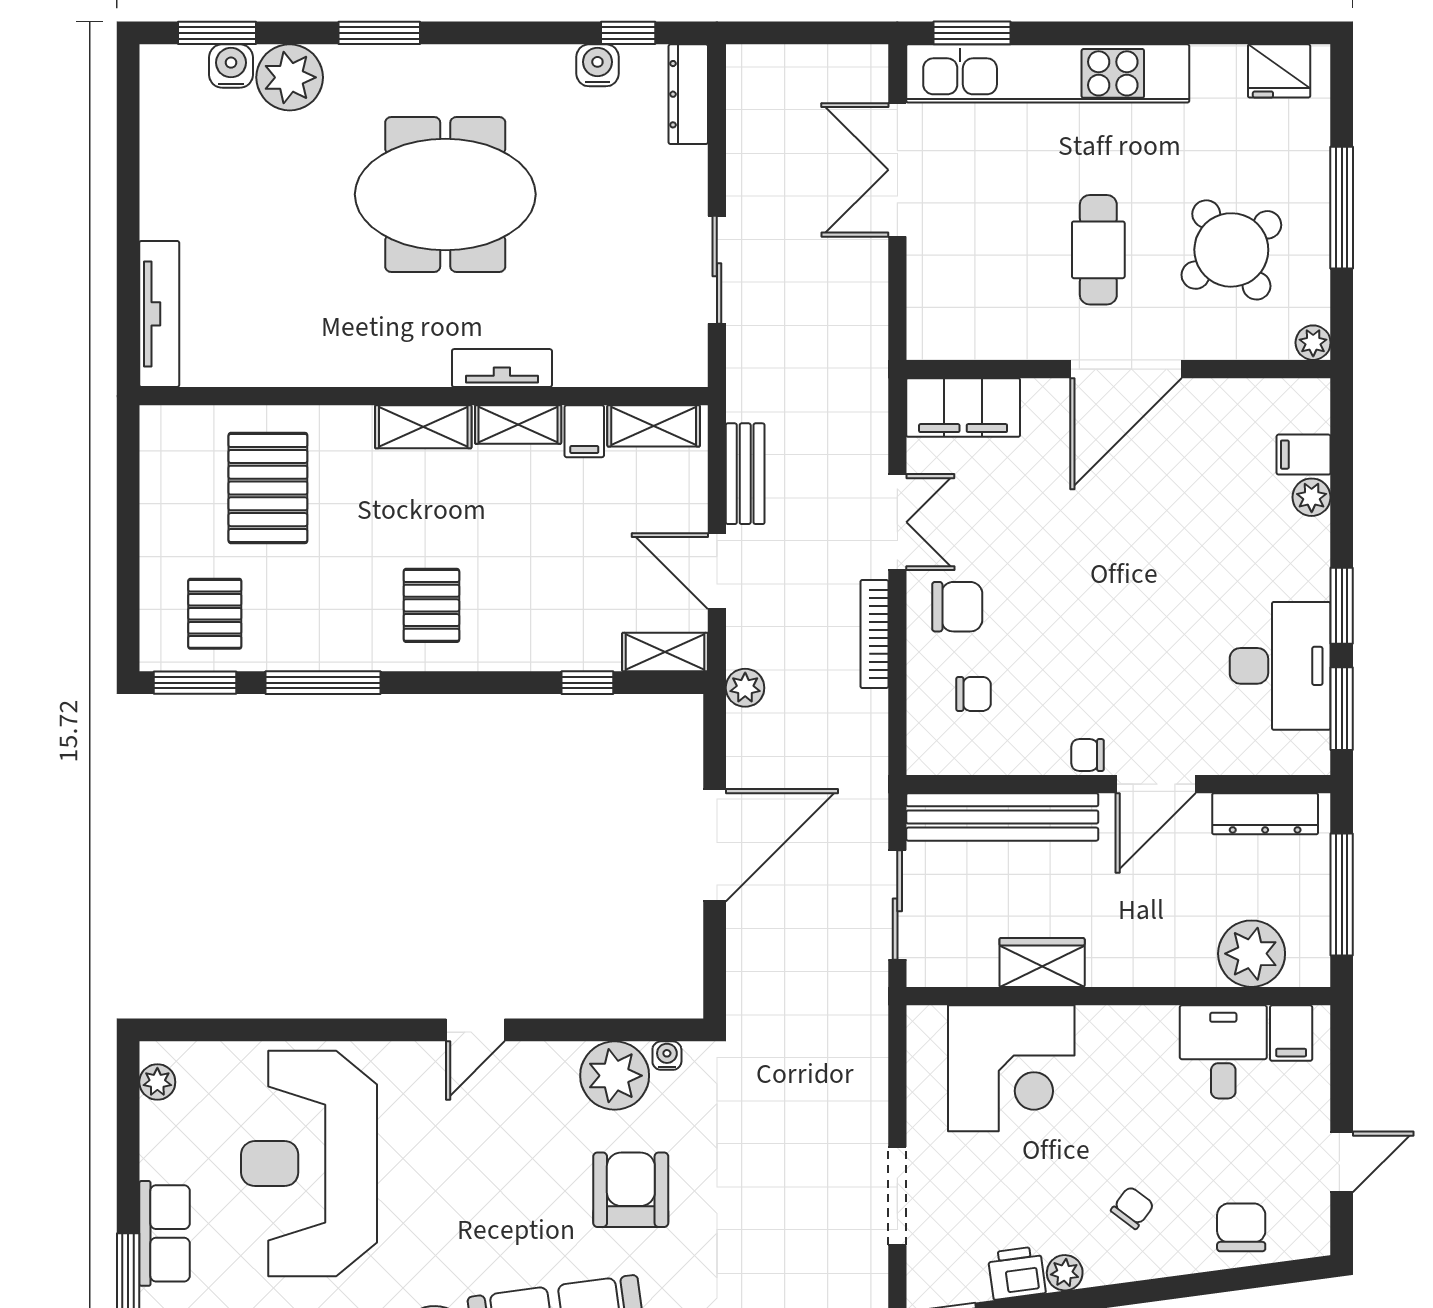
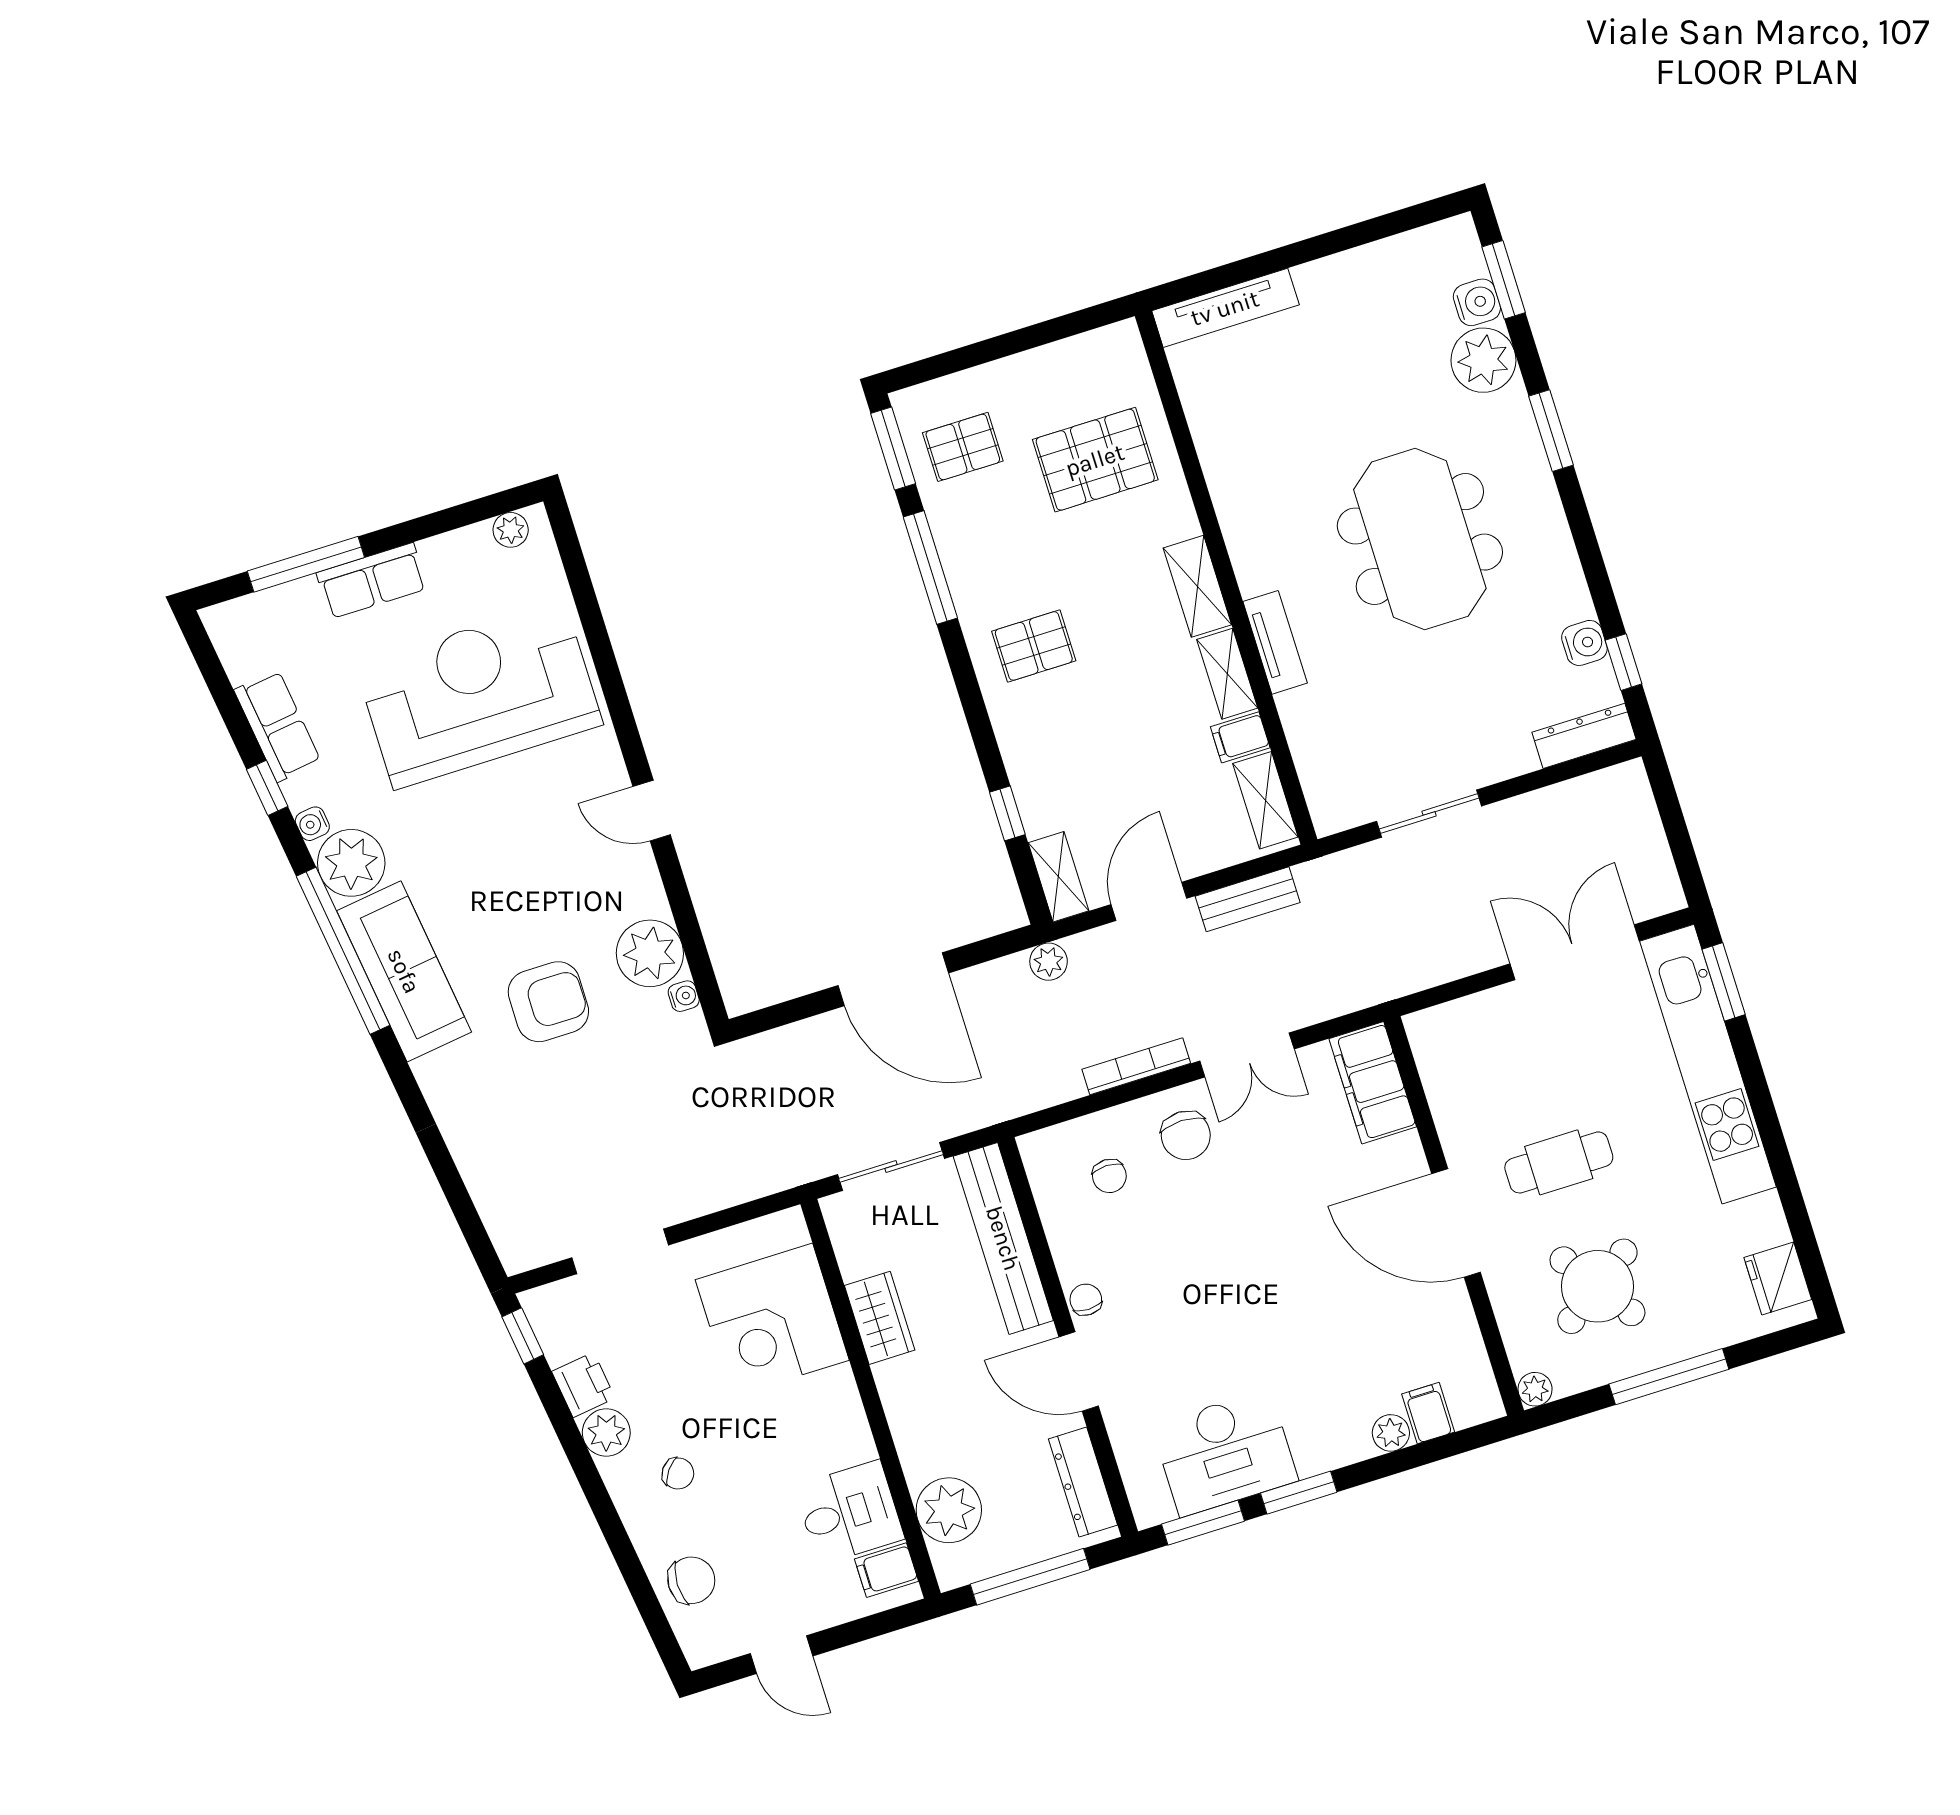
plant: (1065, 1273) -> (606, 1433), width x1.38, depth x1.38

